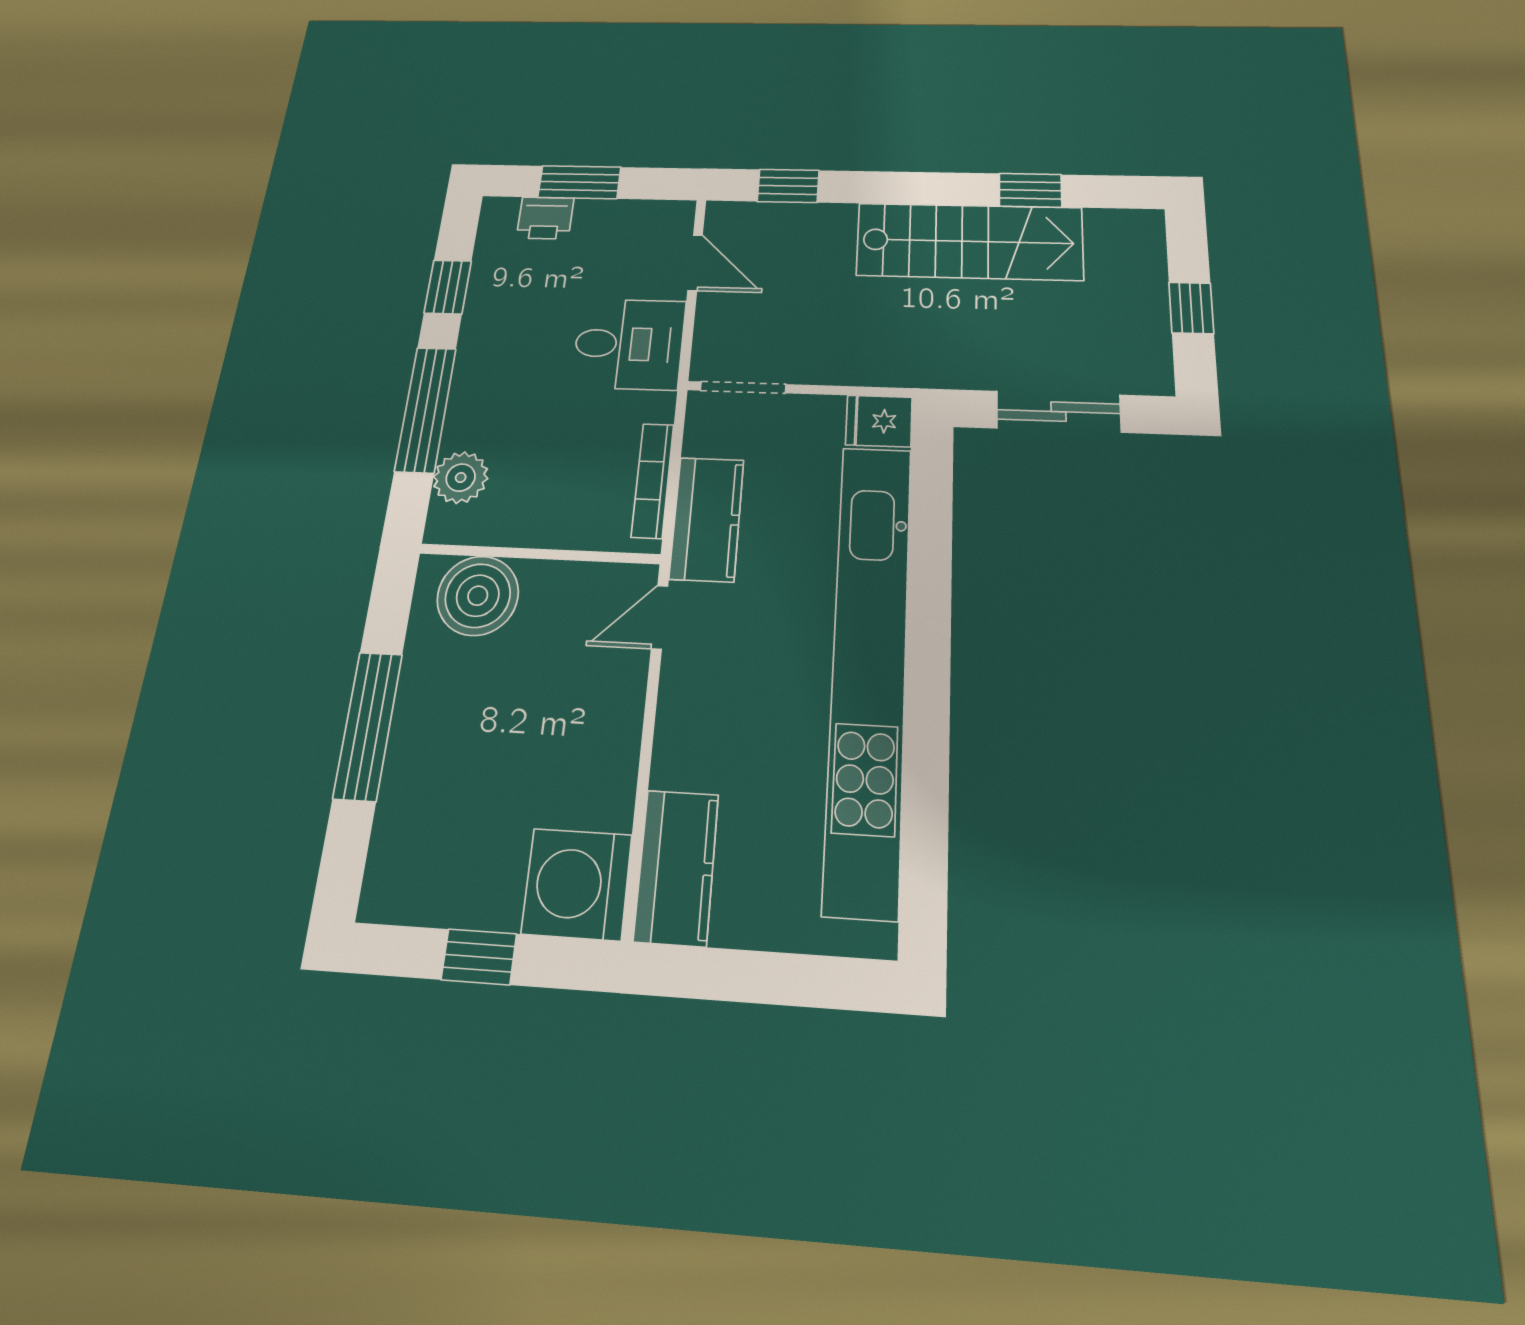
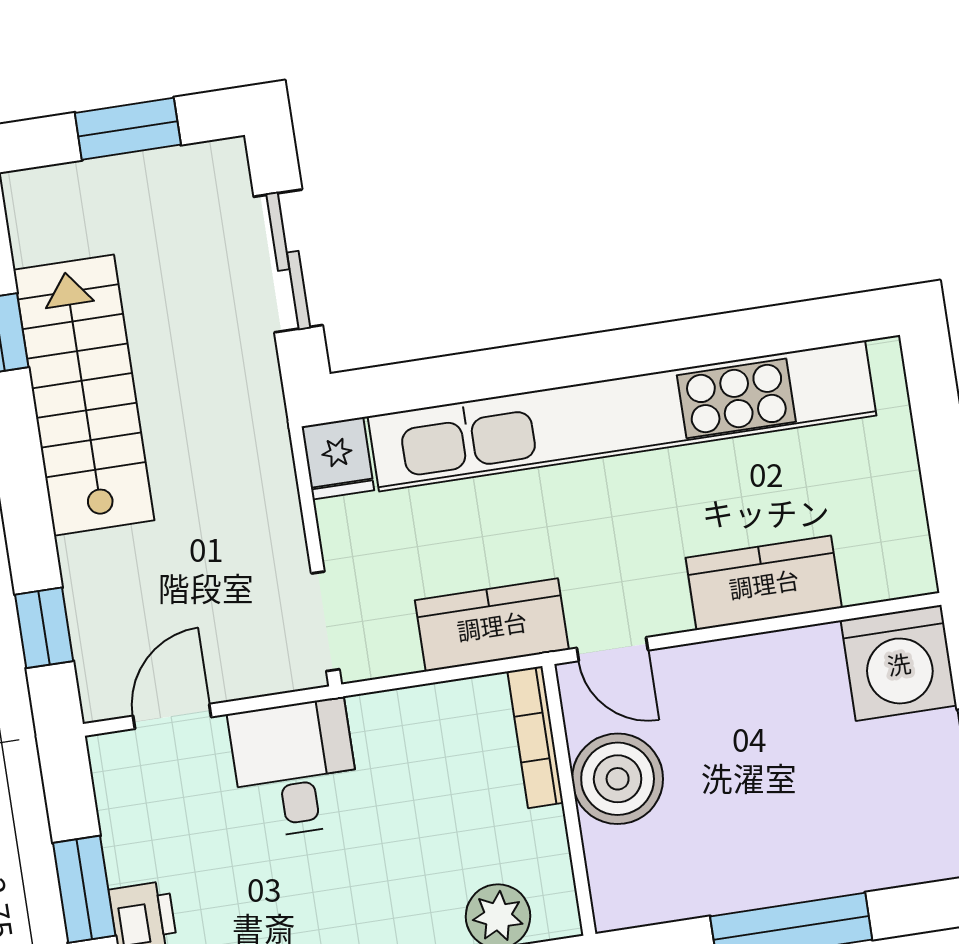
window: (1191, 308) -> (128, 129), width x1.50
bookcase: (653, 480) -> (535, 737), moved, turned 90
boiler: (478, 596) -> (618, 779), moved
kitchen counter: (676, 867) -> (764, 583), moved

